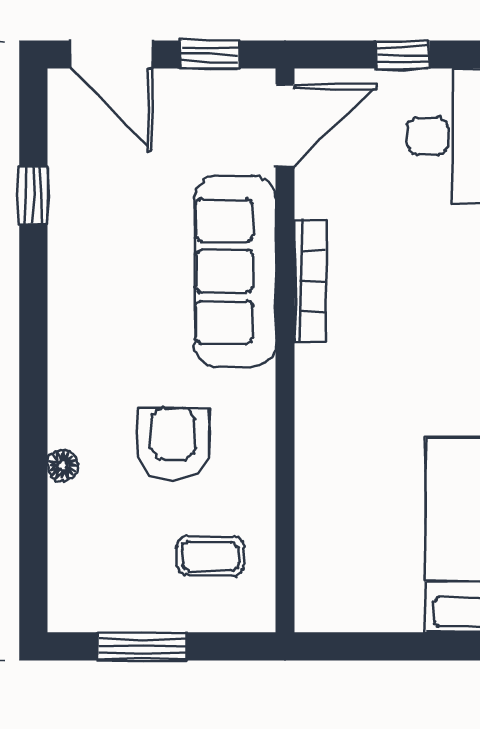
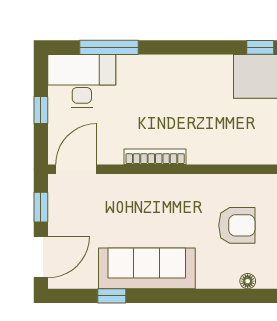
door: (285, 125) -> (76, 169), hinge flipped
sofa: (235, 271) -> (147, 268), moved, turned 180
armchair: (173, 444) -> (237, 225), turned 180

